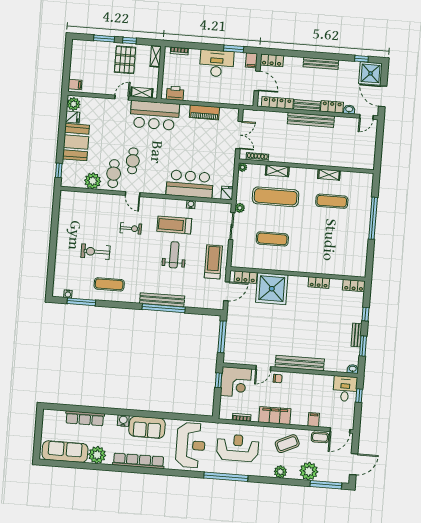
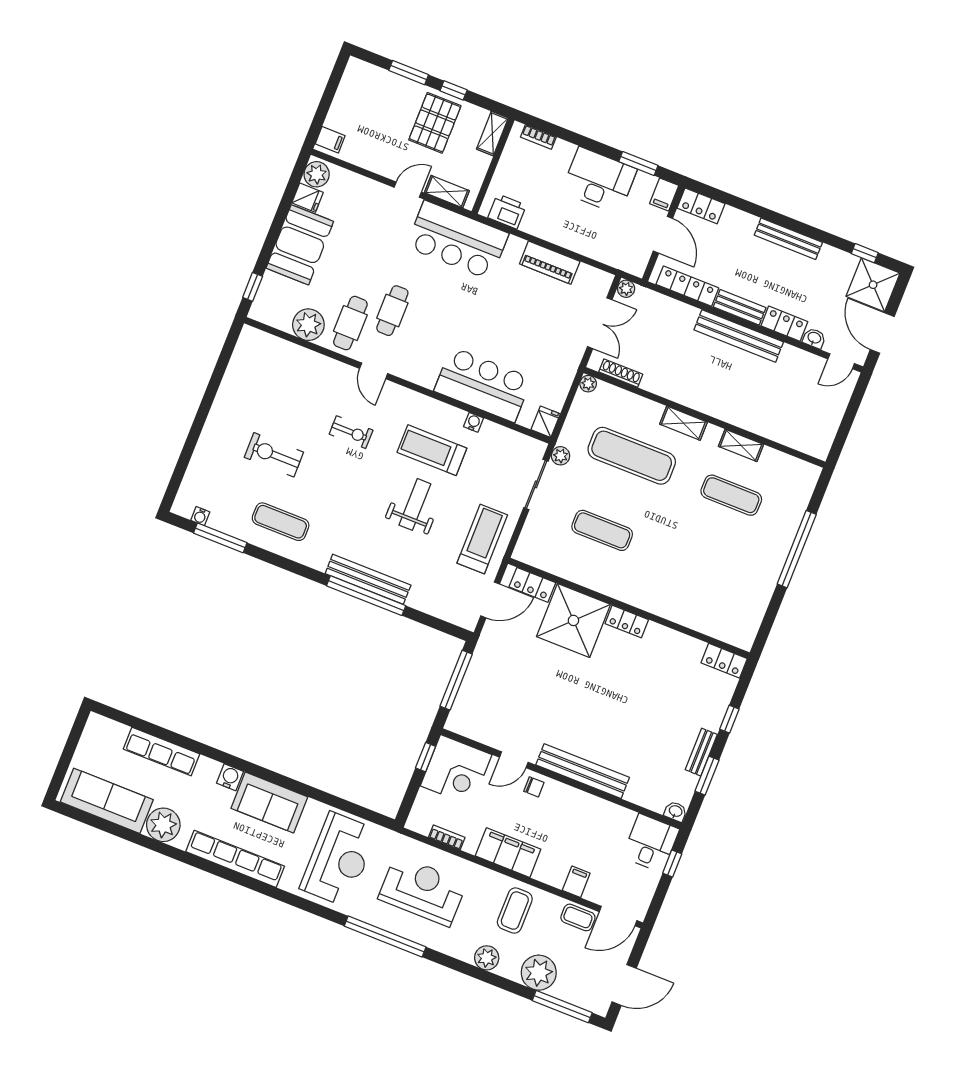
plant: (247, 114) -> (626, 289), added
shelving: (277, 171) -> (683, 423), moved
locker: (319, 283) -> (627, 622), moved
coffee table: (287, 444) -> (515, 911), turned -65

